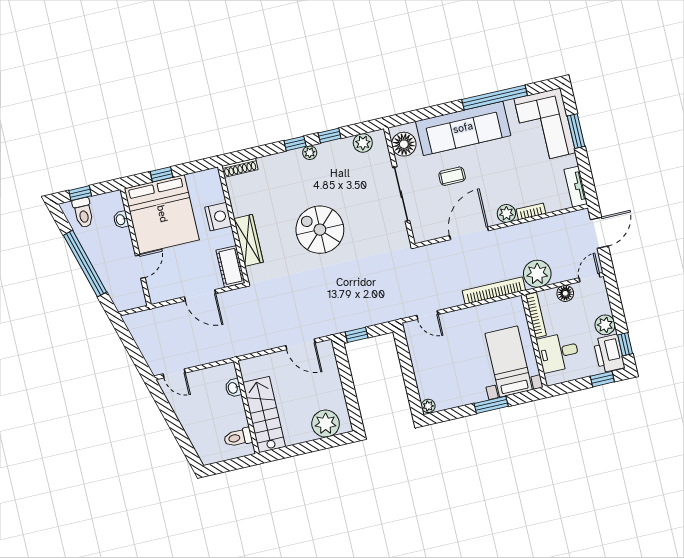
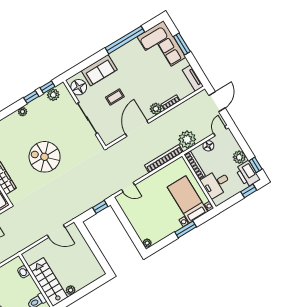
sofa: (463, 128) -> (99, 70), width x0.54, depth x0.79
window: (295, 144) -> (47, 87), moved
window: (357, 335) -> (100, 207), moved
plant: (326, 424) -> (71, 290), moved, width x0.53, depth x0.53

